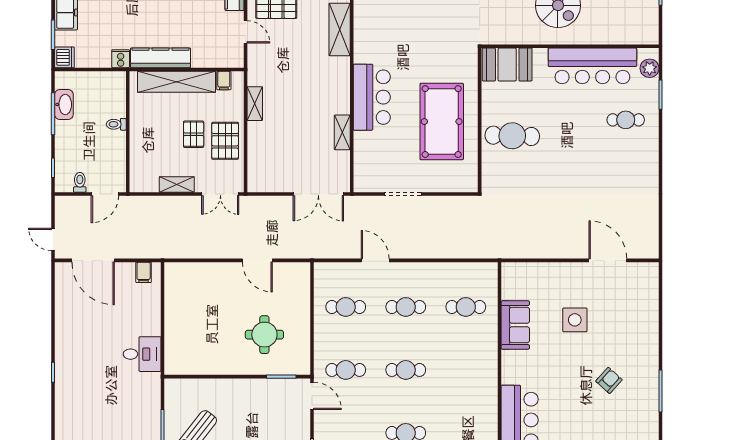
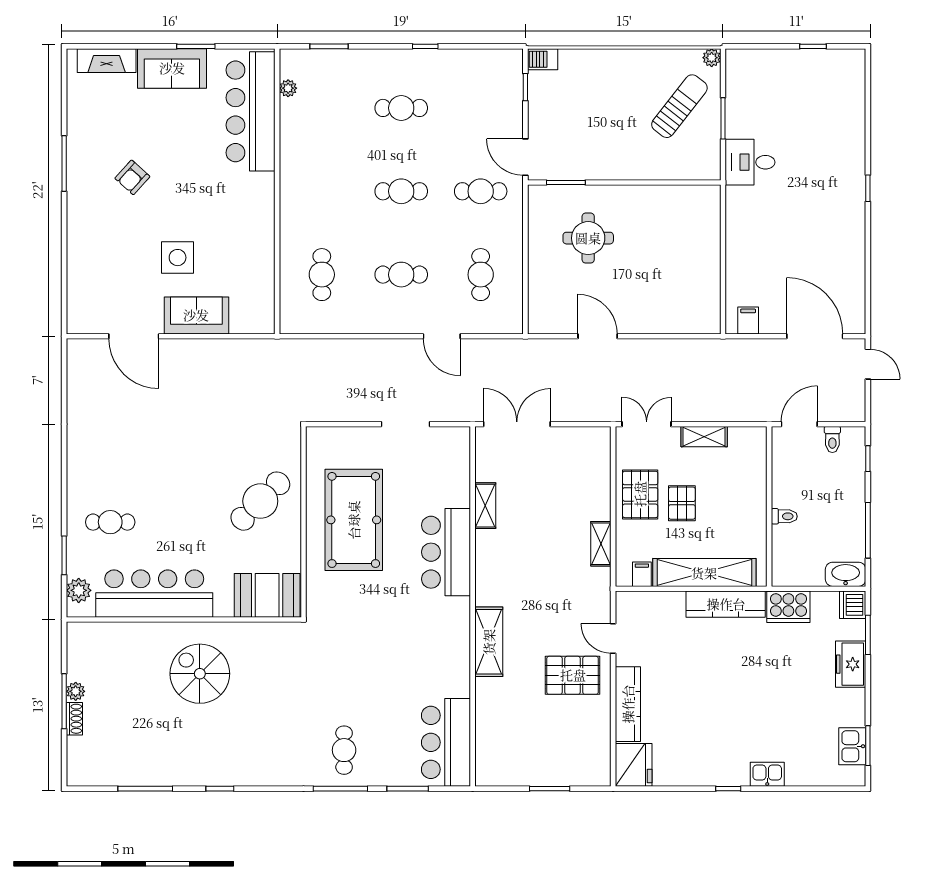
cooker: (121, 59) -> (788, 607), width x1.87, depth x1.31
washbasin: (64, 104) -> (846, 574), moved, turned 90
cafe table: (512, 136) -> (260, 501), turned -47
cafe table: (346, 307) -> (481, 275), turned 90
cafe table: (466, 307) -> (322, 275), turned 90
sofa: (515, 325) -> (196, 315), moved, turned 90
desk: (142, 354) -> (750, 162), moved

